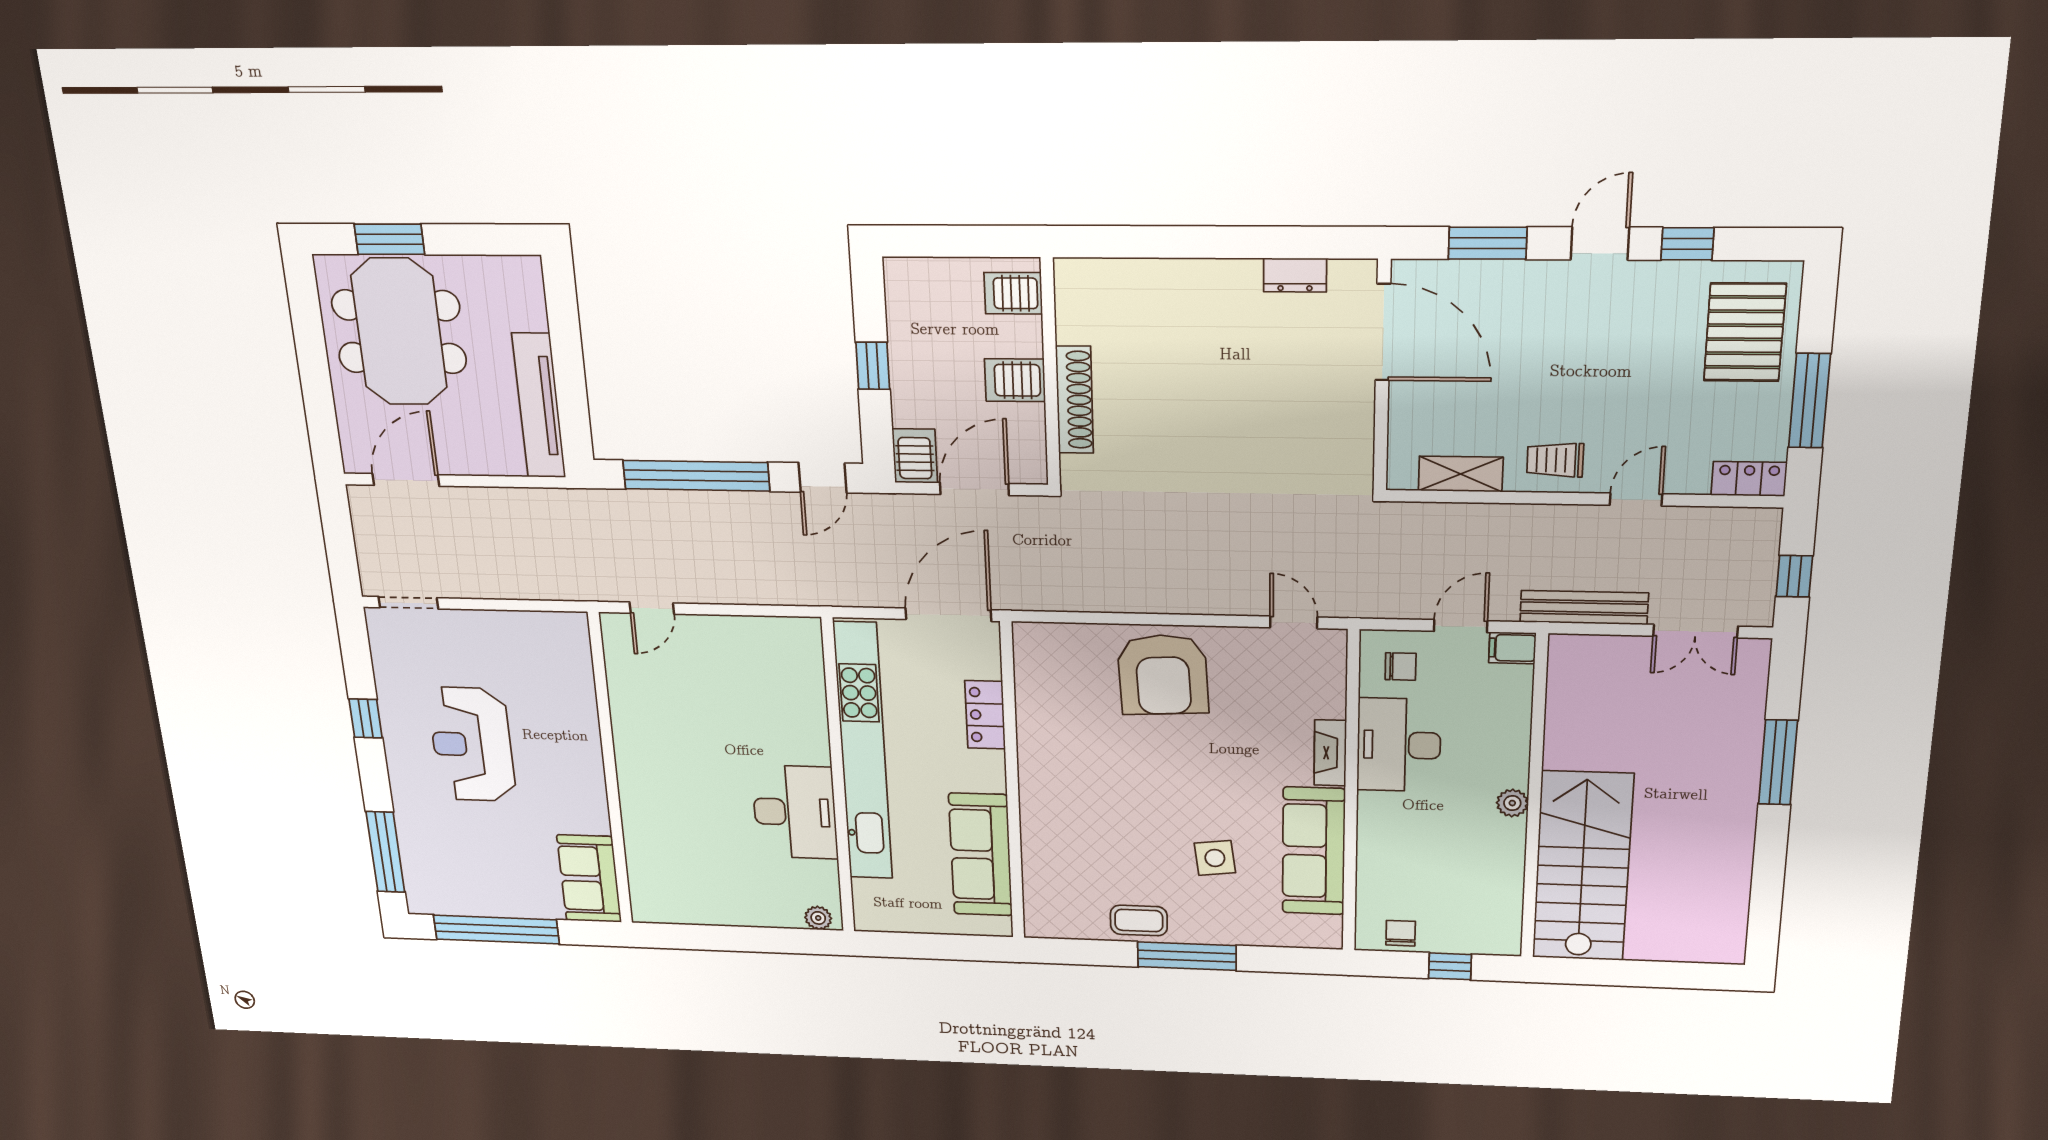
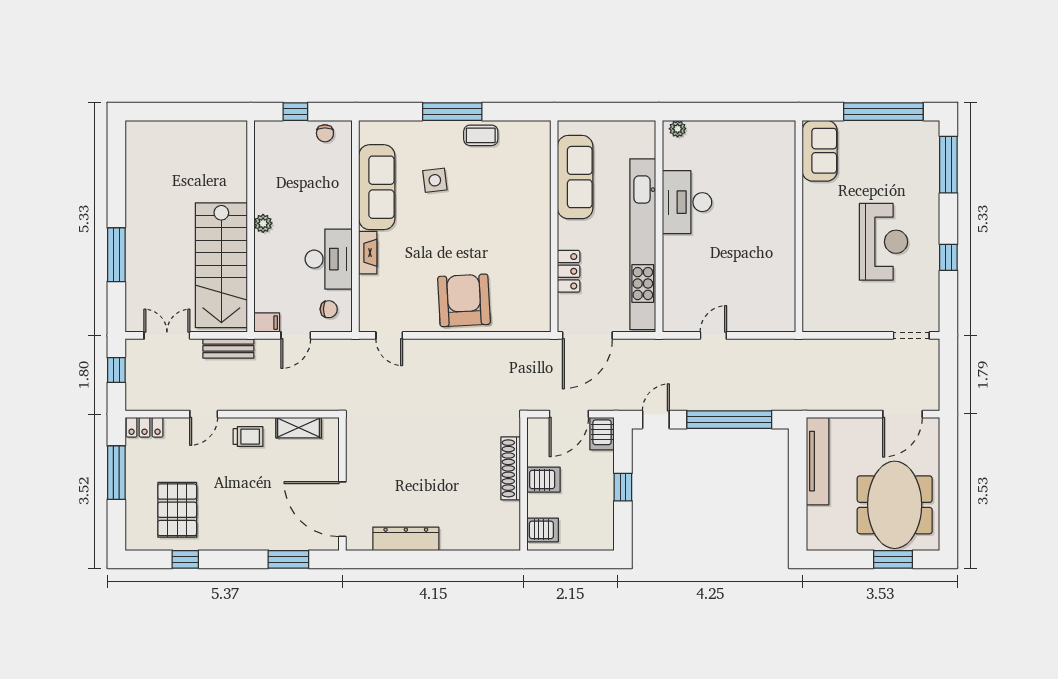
door: (1600, 244) -> (230, 559), removed
dresser: (1295, 275) -> (406, 539), width x1.96, depth x1.24
pallet: (1745, 332) -> (177, 510), moved
door: (652, 608) -> (713, 335), moved
bench: (1584, 608) -> (228, 348), width x0.73
chair: (1401, 666) -> (329, 309), turned 180
stairs: (1583, 867) -> (221, 265), moved

